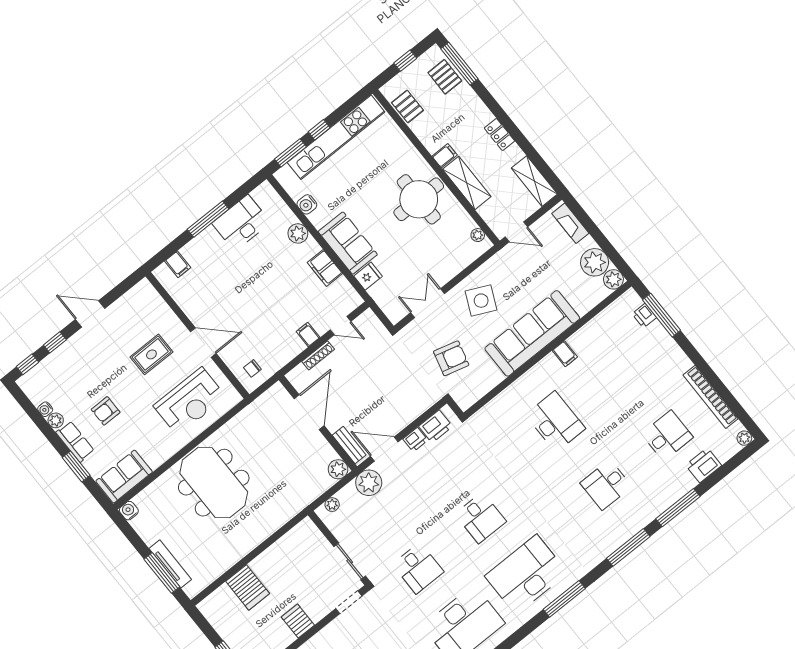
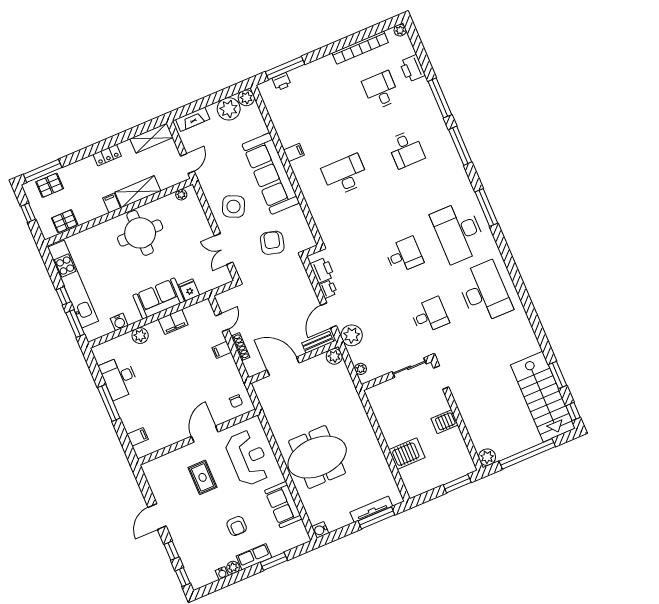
sofa: (124, 477) -> (283, 505), moved

